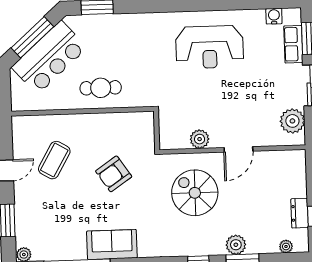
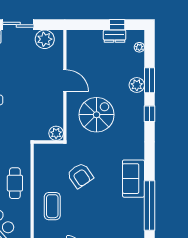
plant: (200, 139) -> (56, 133), moved
coffee table: (54, 160) -> (52, 206), moved, turned 60
spiral stairs: (195, 193) -> (97, 115), turned 180

